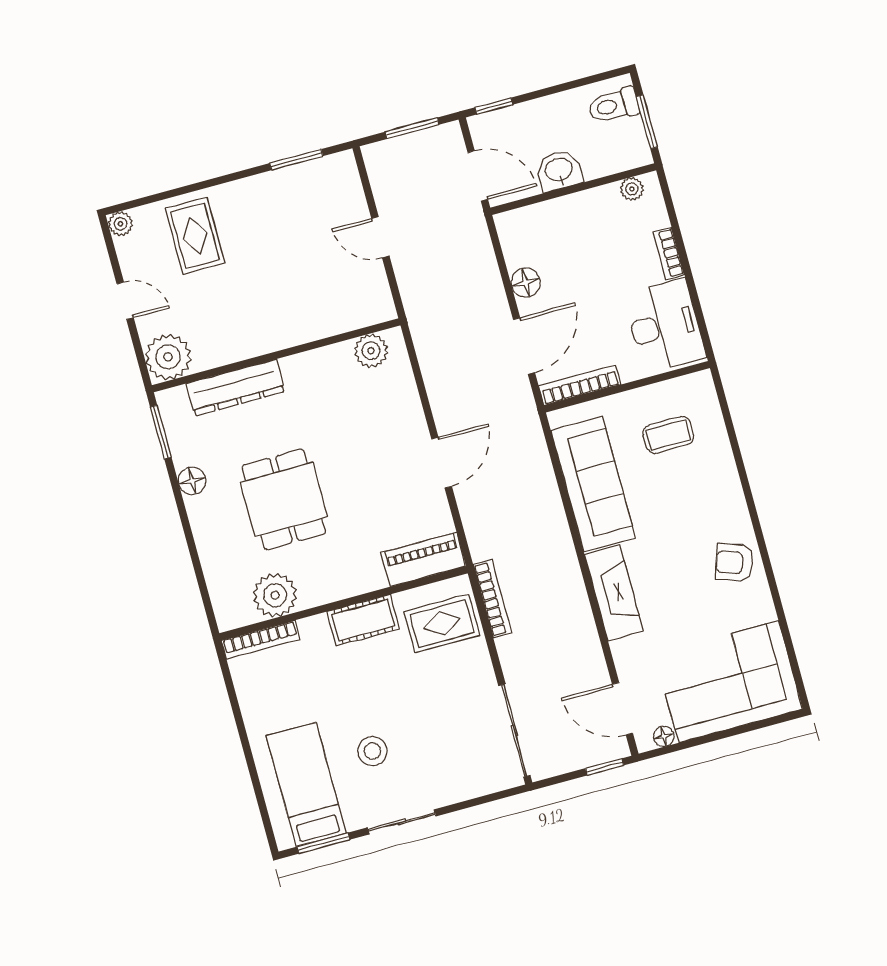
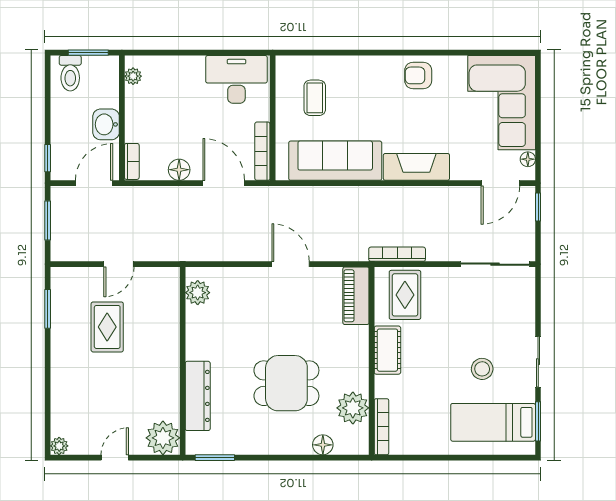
rug: (195, 236) -> (107, 327), moved, turned 90
bookcase: (669, 253) -> (132, 161), moved, turned -90
floor lamp: (192, 481) -> (323, 445), moved
armchair: (734, 563) -> (418, 75), turned 71

